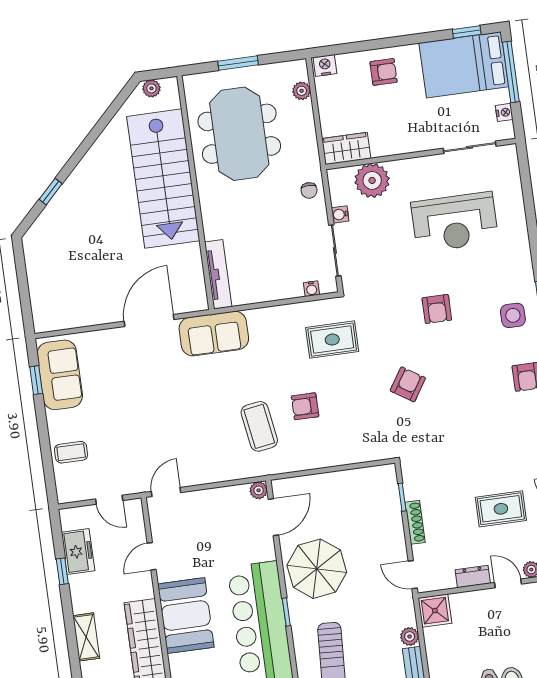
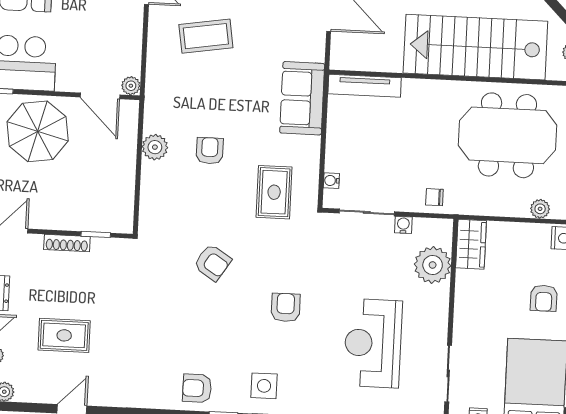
armchair: (437, 309) -> (286, 308), turned 90
sofa: (214, 334) -> (302, 98), moved
coffee table: (259, 426) -> (206, 36), moved
plant: (311, 458) -> (155, 147), added
rug: (501, 509) -> (64, 335), turned 90

